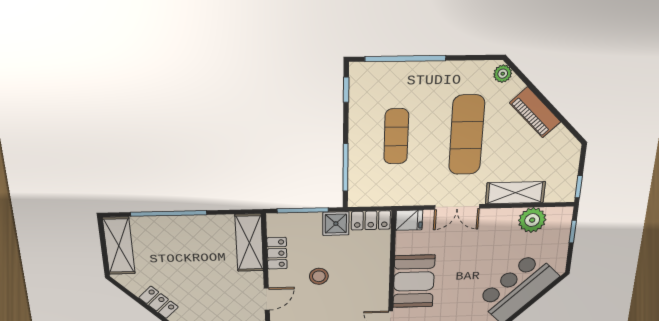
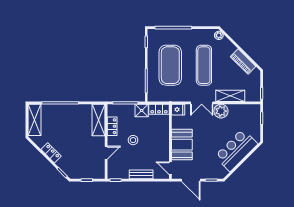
piano: (535, 112) -> (243, 62), moved
exercise mat: (396, 136) -> (170, 65), width x2.00, depth x1.45
plant: (532, 220) -> (221, 111), moved

